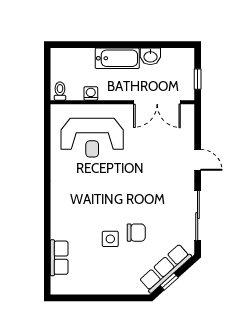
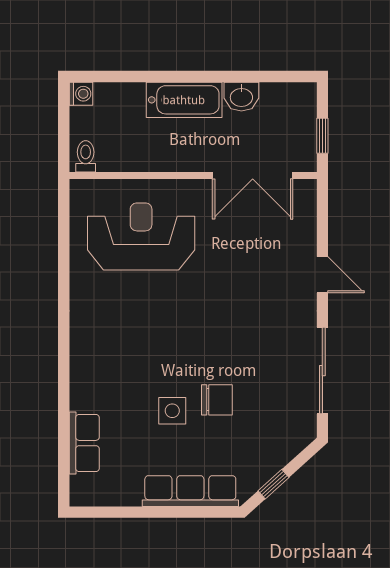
washing machine: (91, 93) -> (81, 94), moved, turned 90
reception desk: (92, 138) -> (141, 236), turned 180
row of seats: (165, 268) -> (190, 491), moved, turned 42

